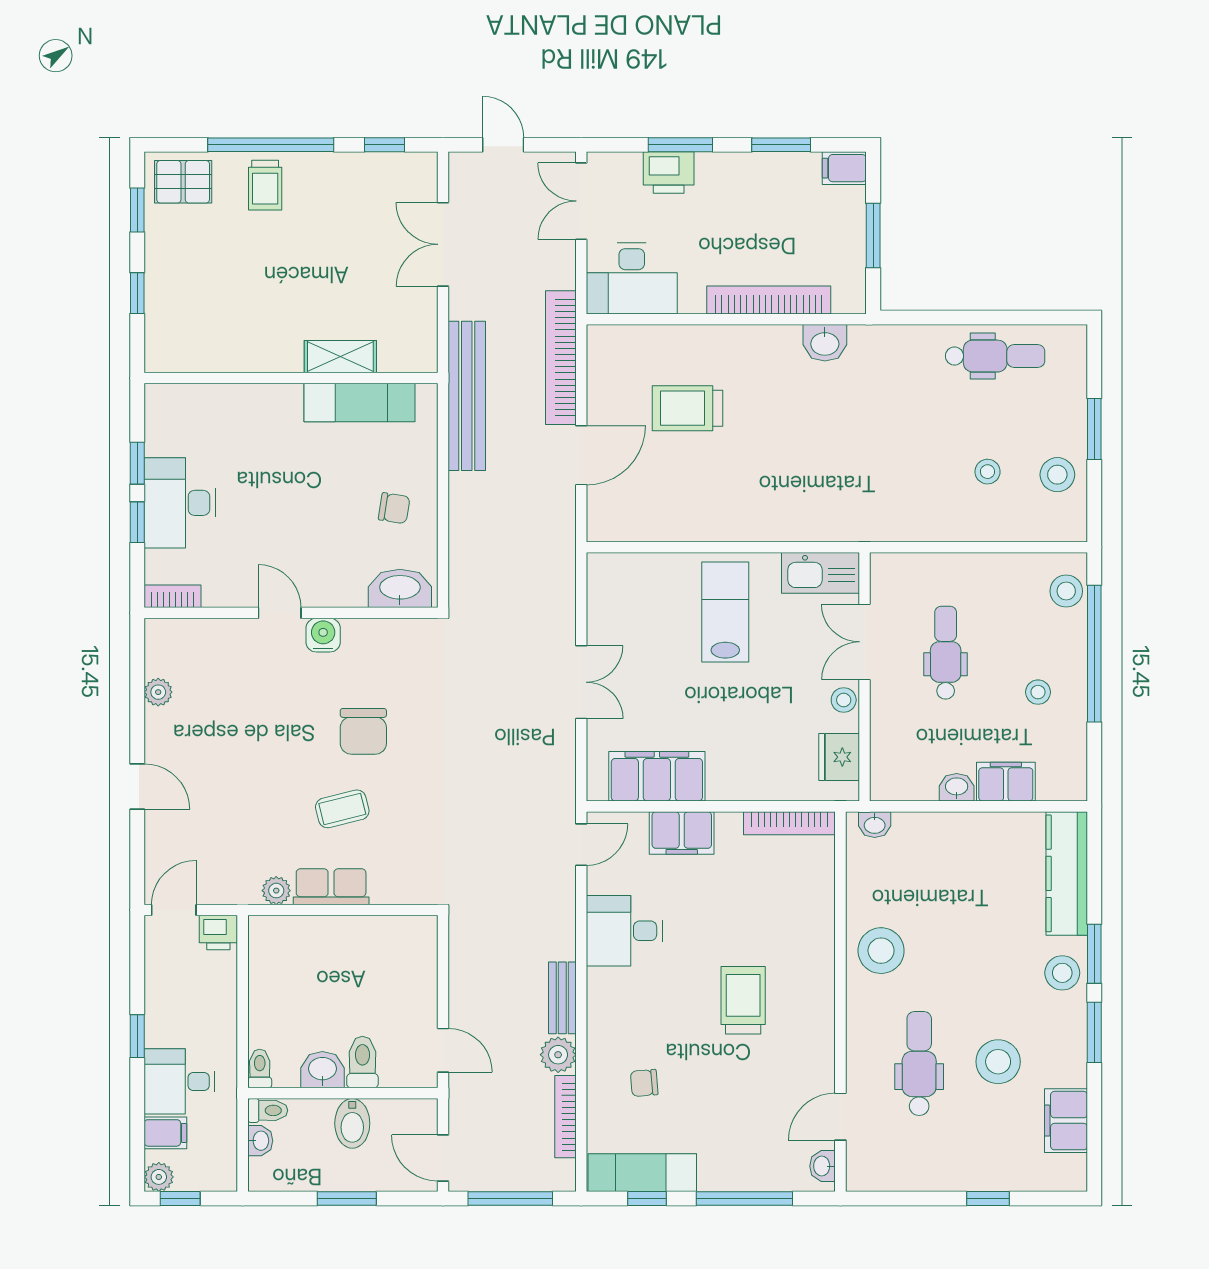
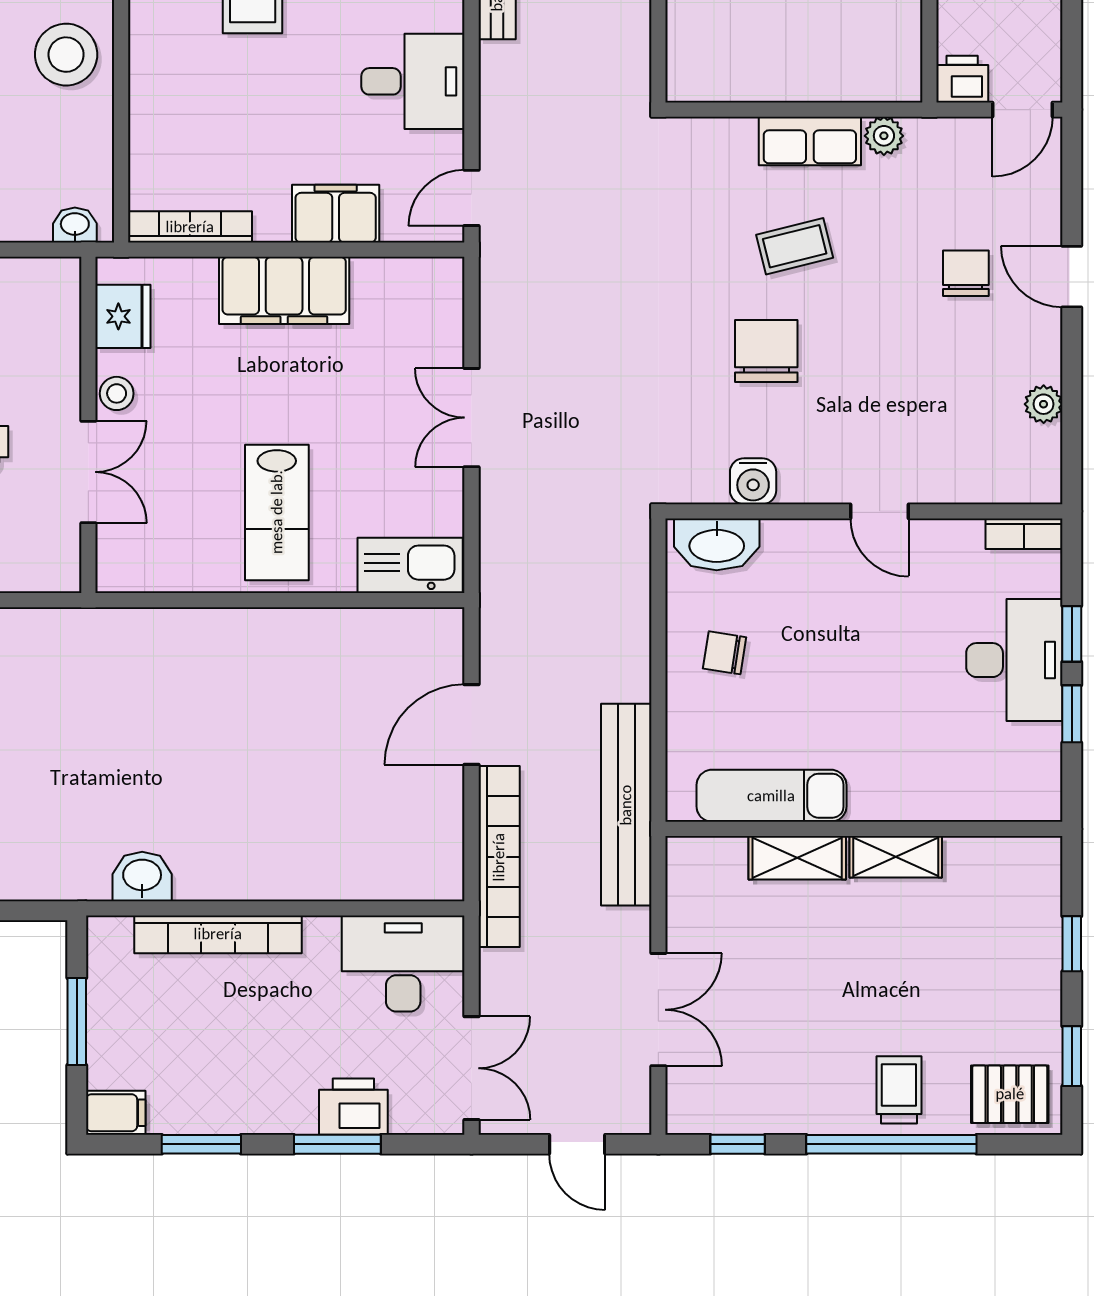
shelving: (268, 357) -> (896, 857), added
trolley: (687, 408) -> (328, 788), removed
kitchen sink: (821, 573) -> (410, 565), moved
water cooler: (323, 635) -> (753, 481), moved
filing cabinet: (657, 776) -> (284, 290), moved
chair: (216, 789) -> (966, 273), added

